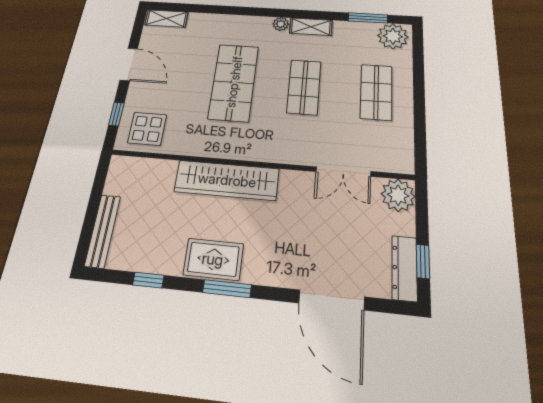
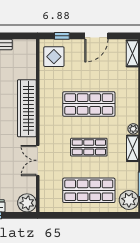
shop shelf: (376, 92) -> (89, 190), width x1.43, depth x1.36
double door: (343, 172) -> (38, 160), moved

